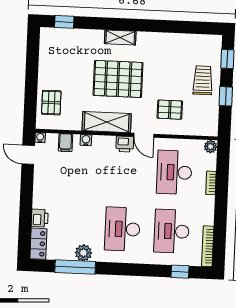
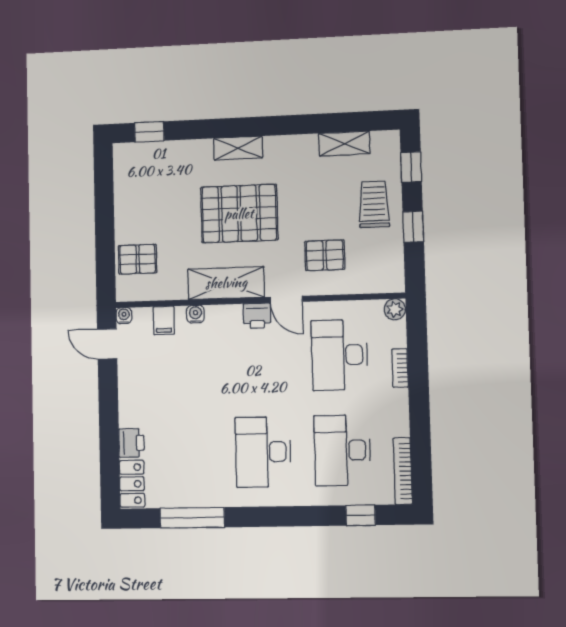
shelving: (187, 41) -> (344, 144), added
pallet: (51, 103) -> (138, 259), turned 90
plant: (83, 253) -> (204, 494), removed

